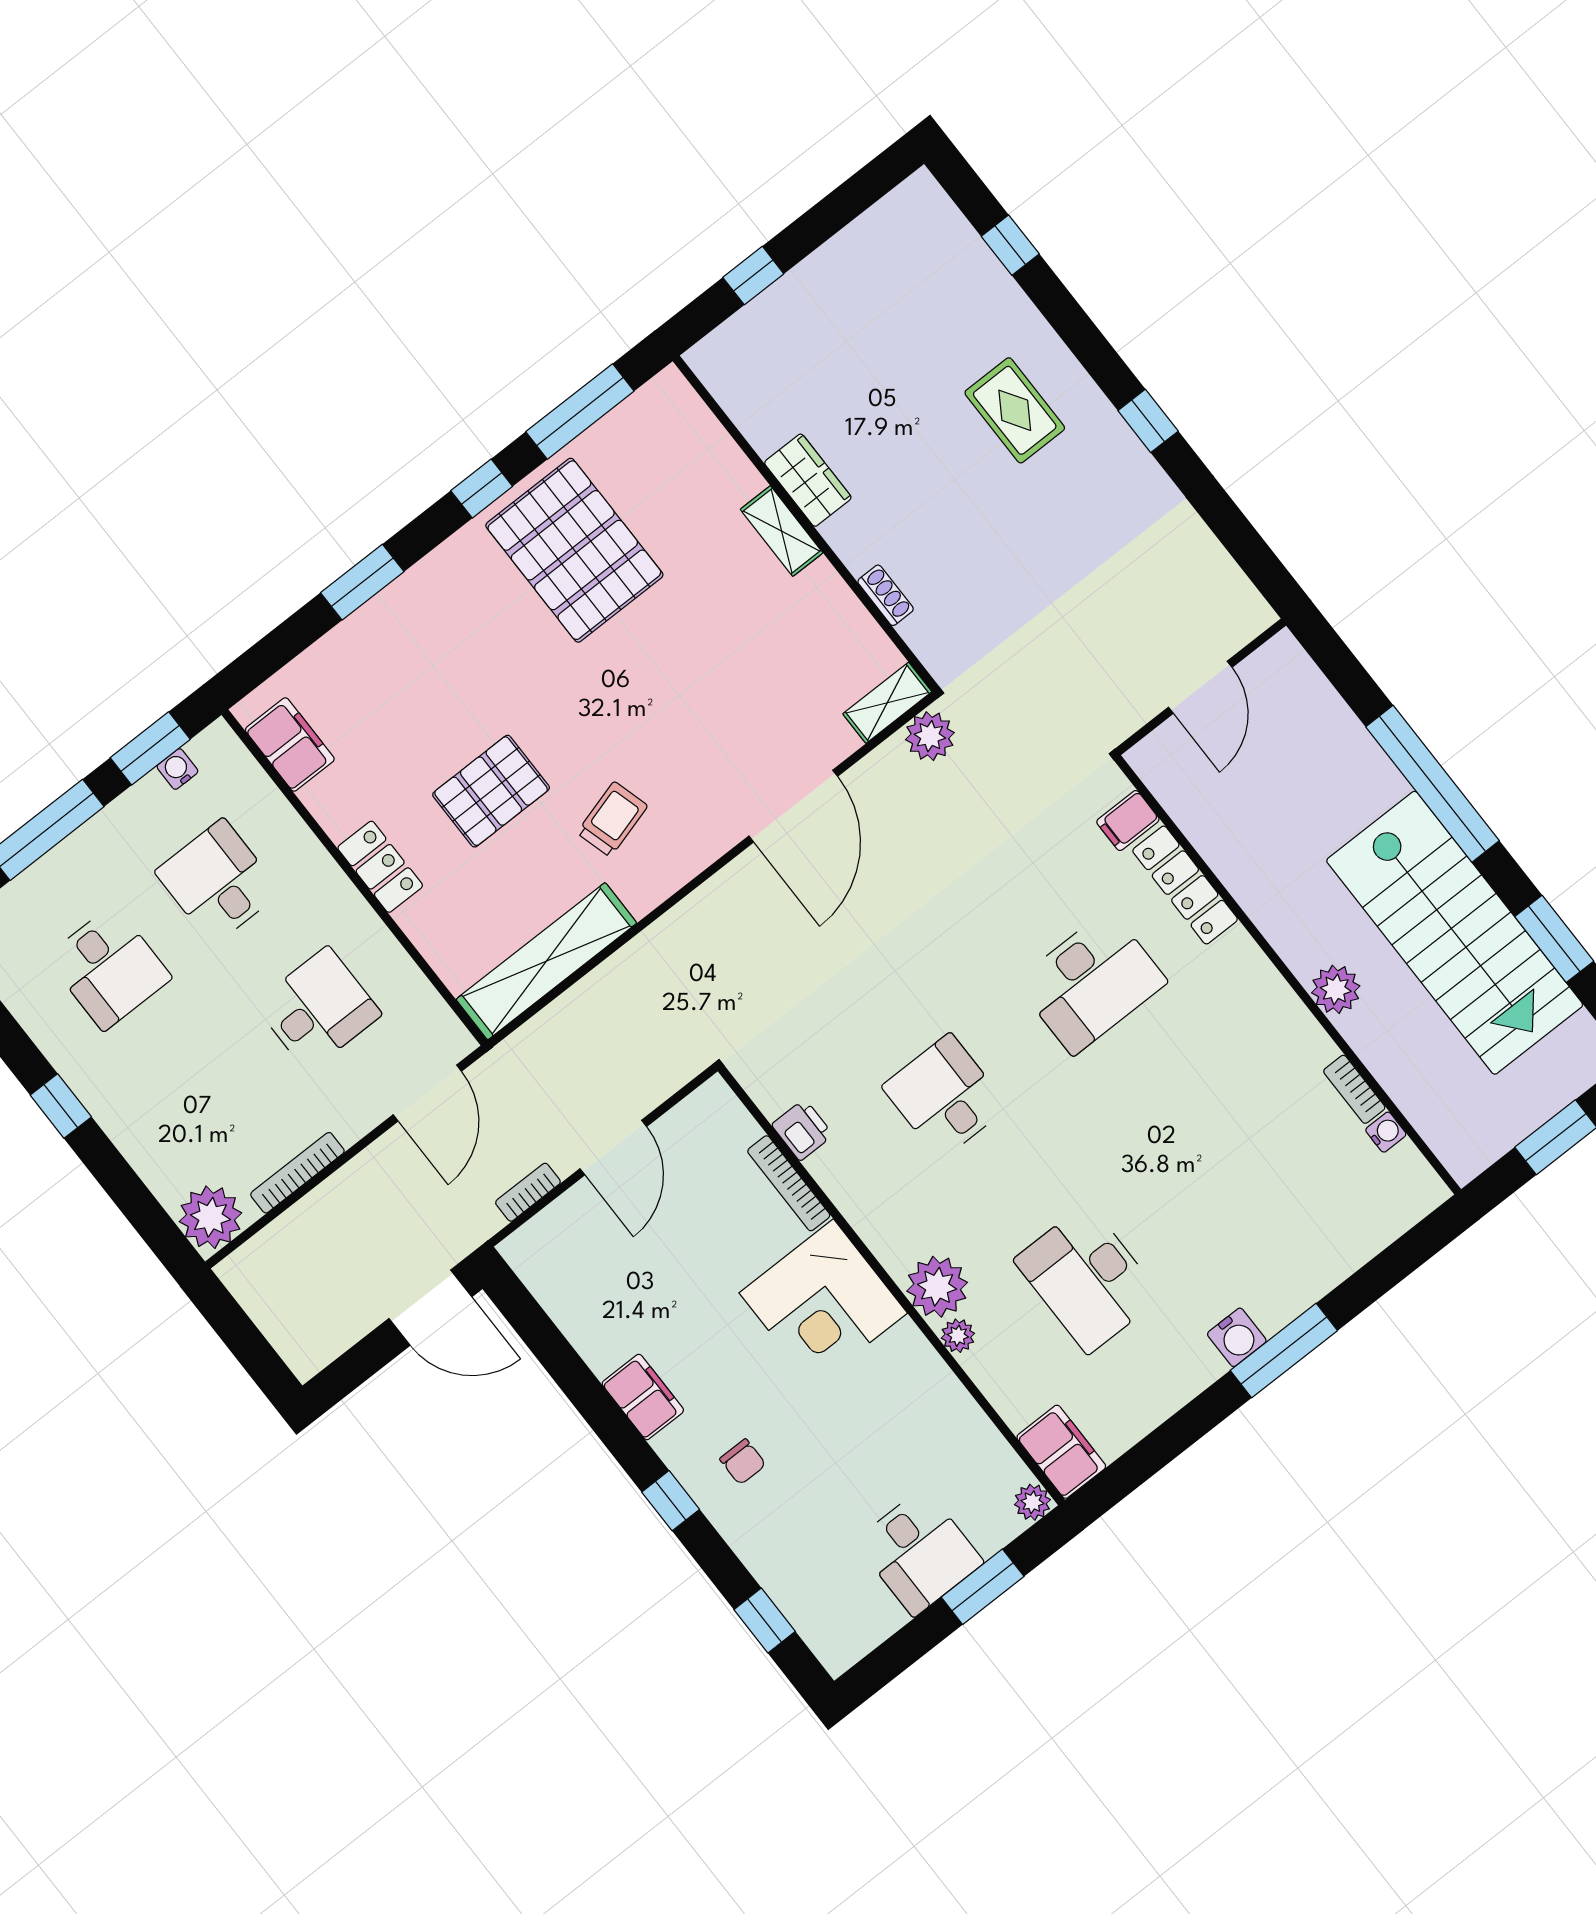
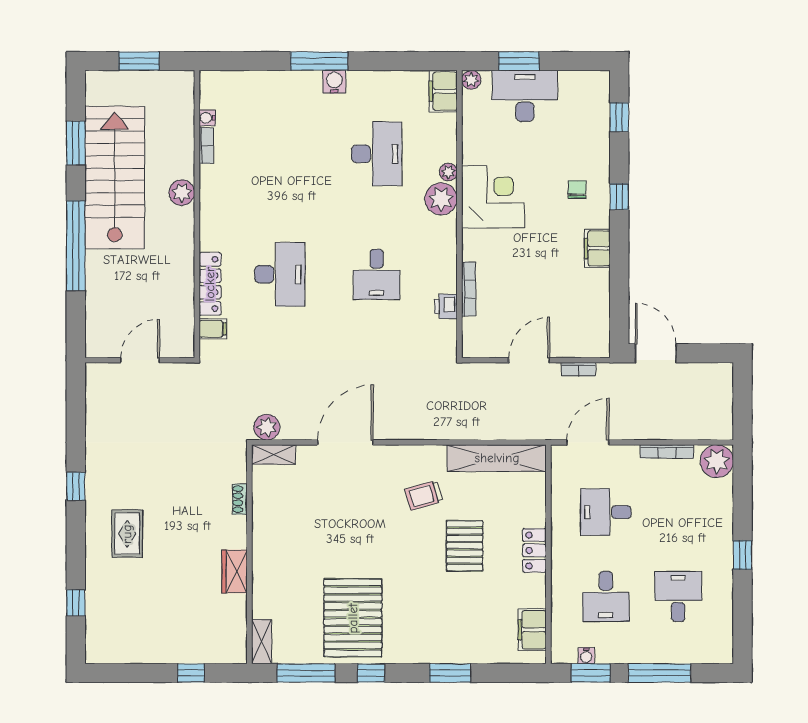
shelving: (782, 531) -> (262, 642), moved
pallet: (491, 791) -> (465, 546), turned 90
desk: (1091, 982) -> (280, 274), turned 90
corner desk: (823, 1303) -> (493, 197), moved
desk: (919, 1552) -> (525, 96), width x1.37

